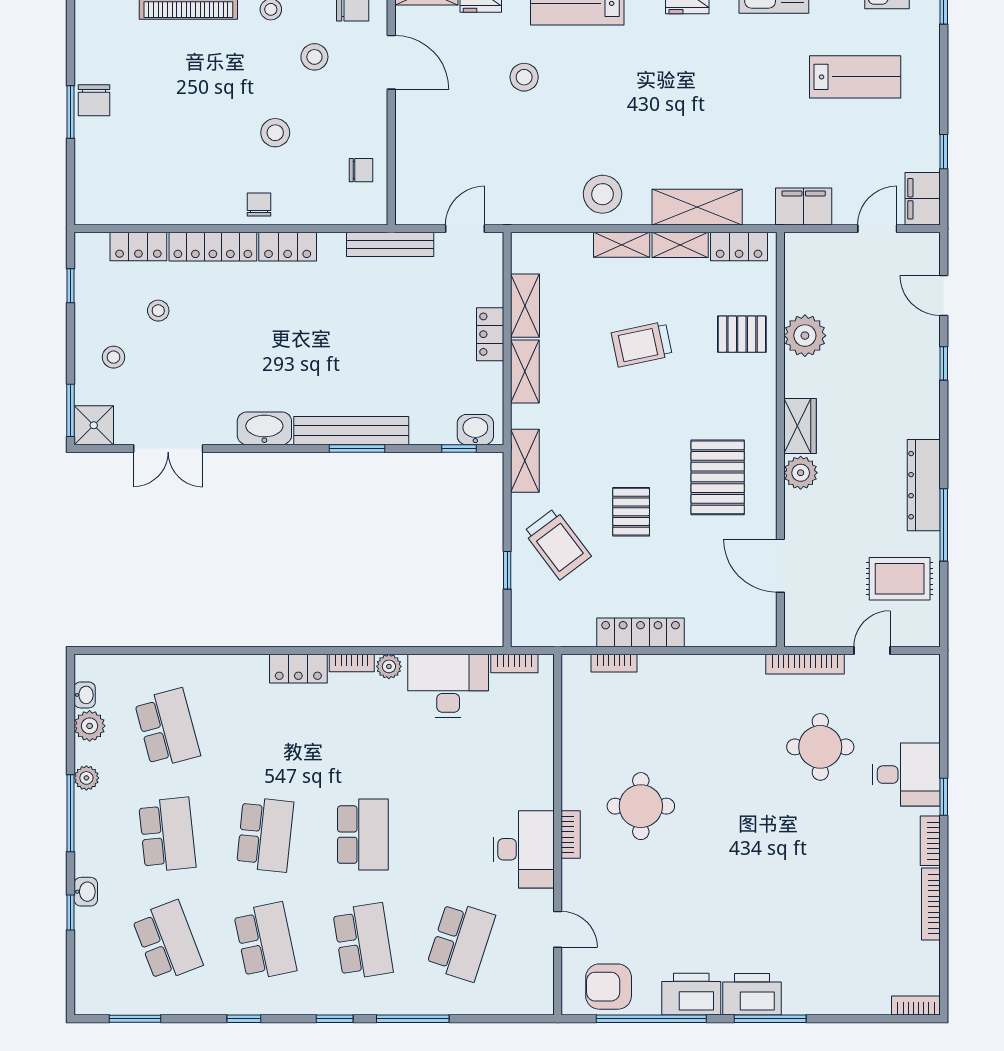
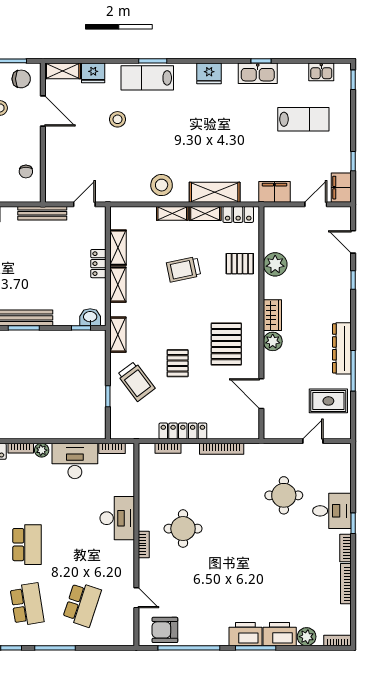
chair: (361, 170) -> (26, 172), turned 90
bookcase: (805, 664) -> (222, 449), moved
desk: (524, 849) -> (117, 518), moved
printer: (691, 994) -> (280, 634), moved
plant: (861, 999) -> (307, 637), added

